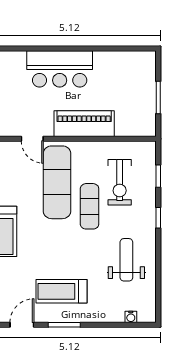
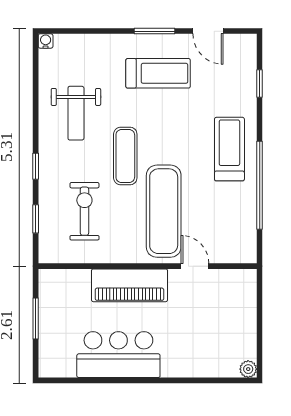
bar counter: (60, 69) -> (118, 355), moved
exercise mat: (90, 206) -> (125, 156), moved
water cooler: (131, 317) -> (46, 41), moved
door: (22, 325) -> (208, 31), hinge flipped

